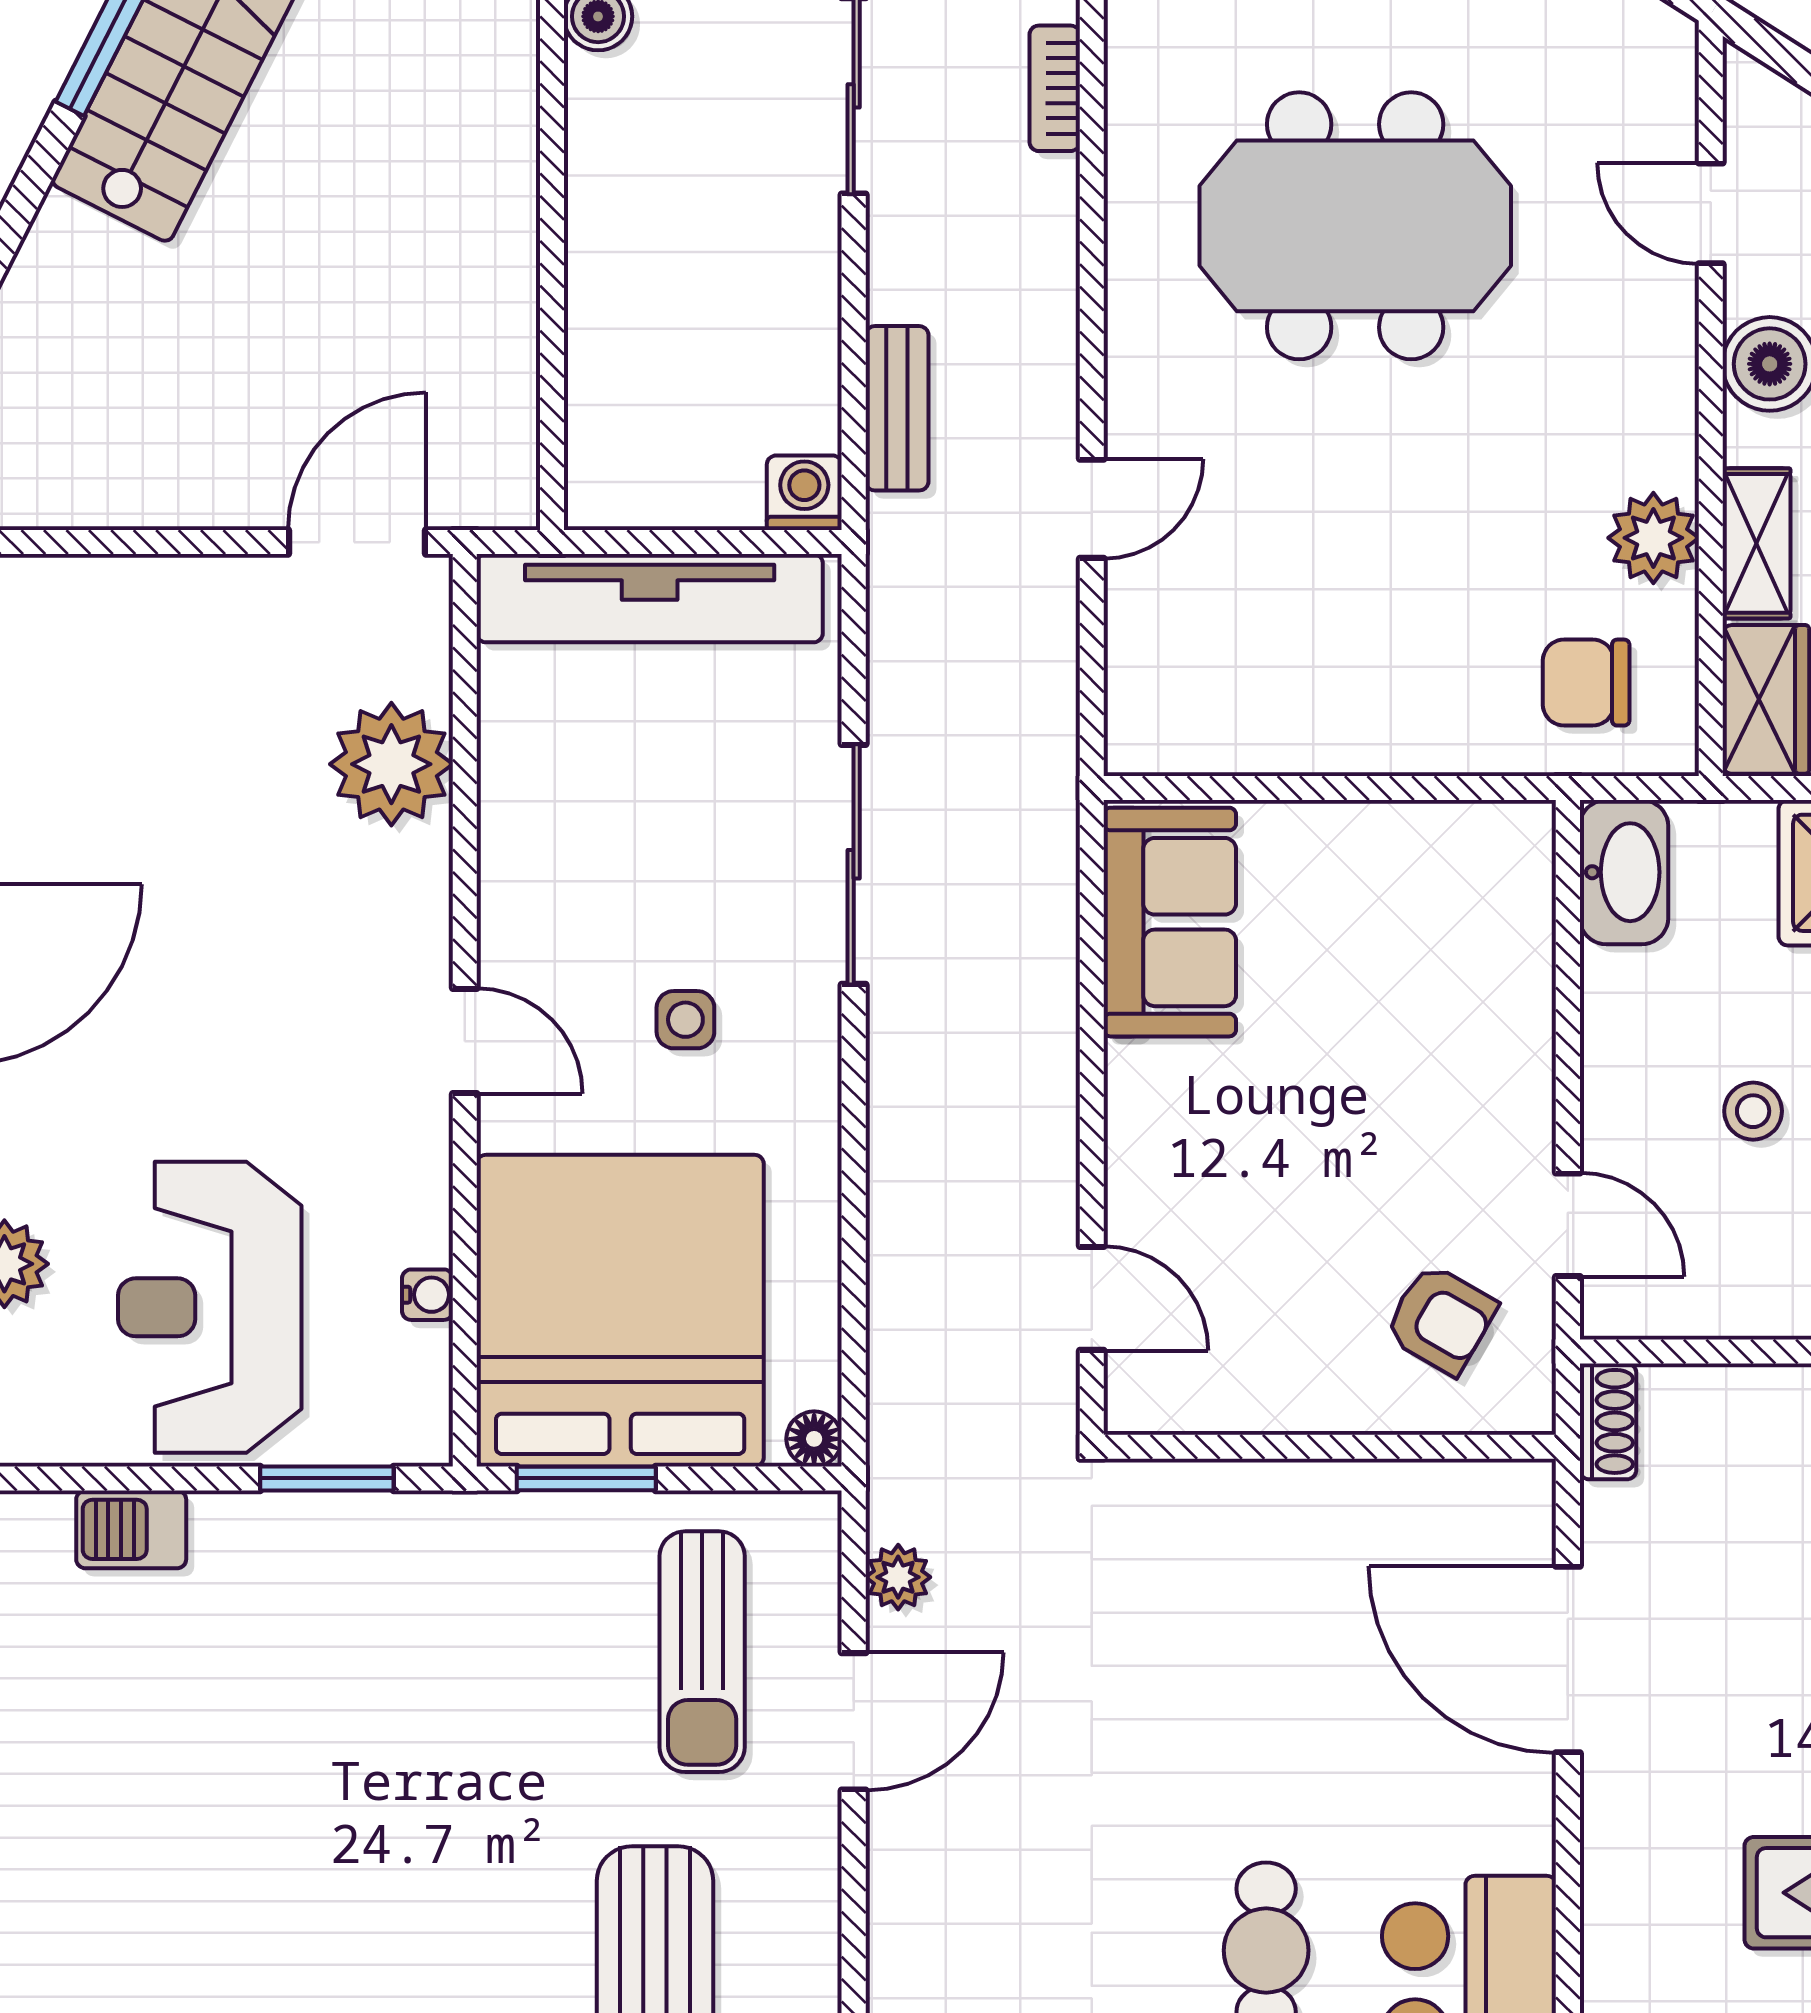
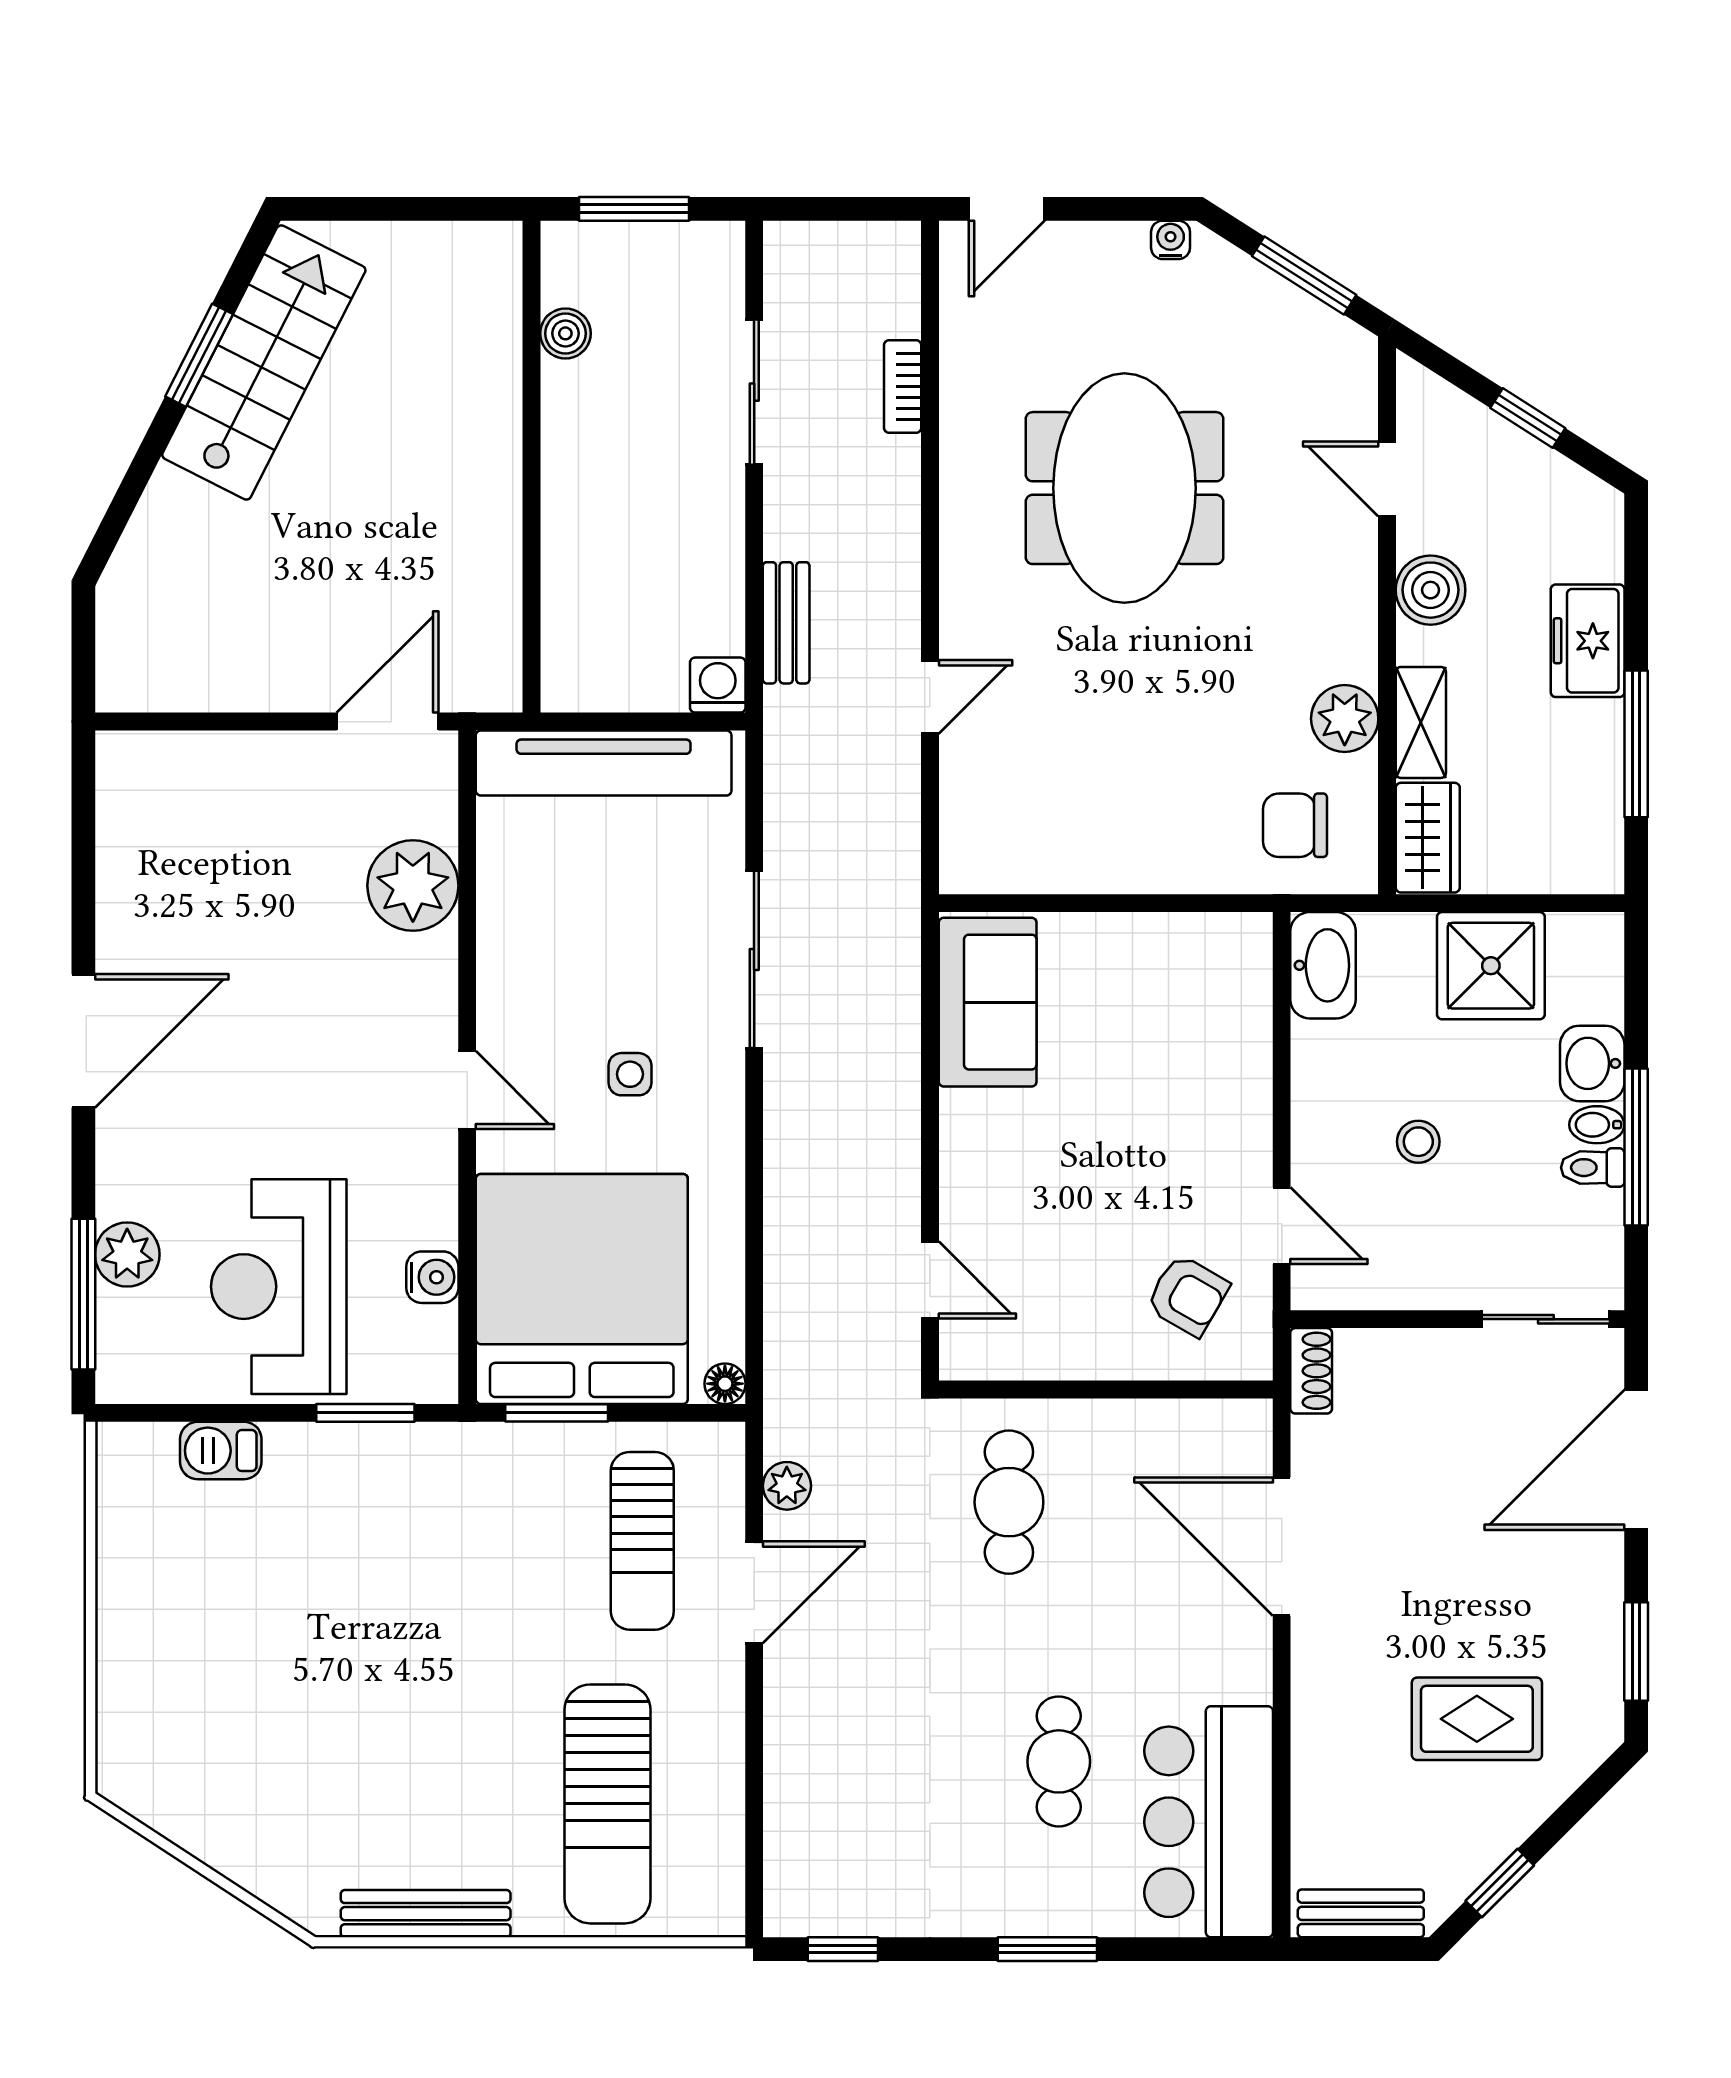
meeting table: (1355, 226) -> (1124, 488), turned 90
water cooler: (427, 1295) -> (432, 1277), width x1.38, depth x1.38
cafe table: (1199, 1599) -> (1009, 1502), added

